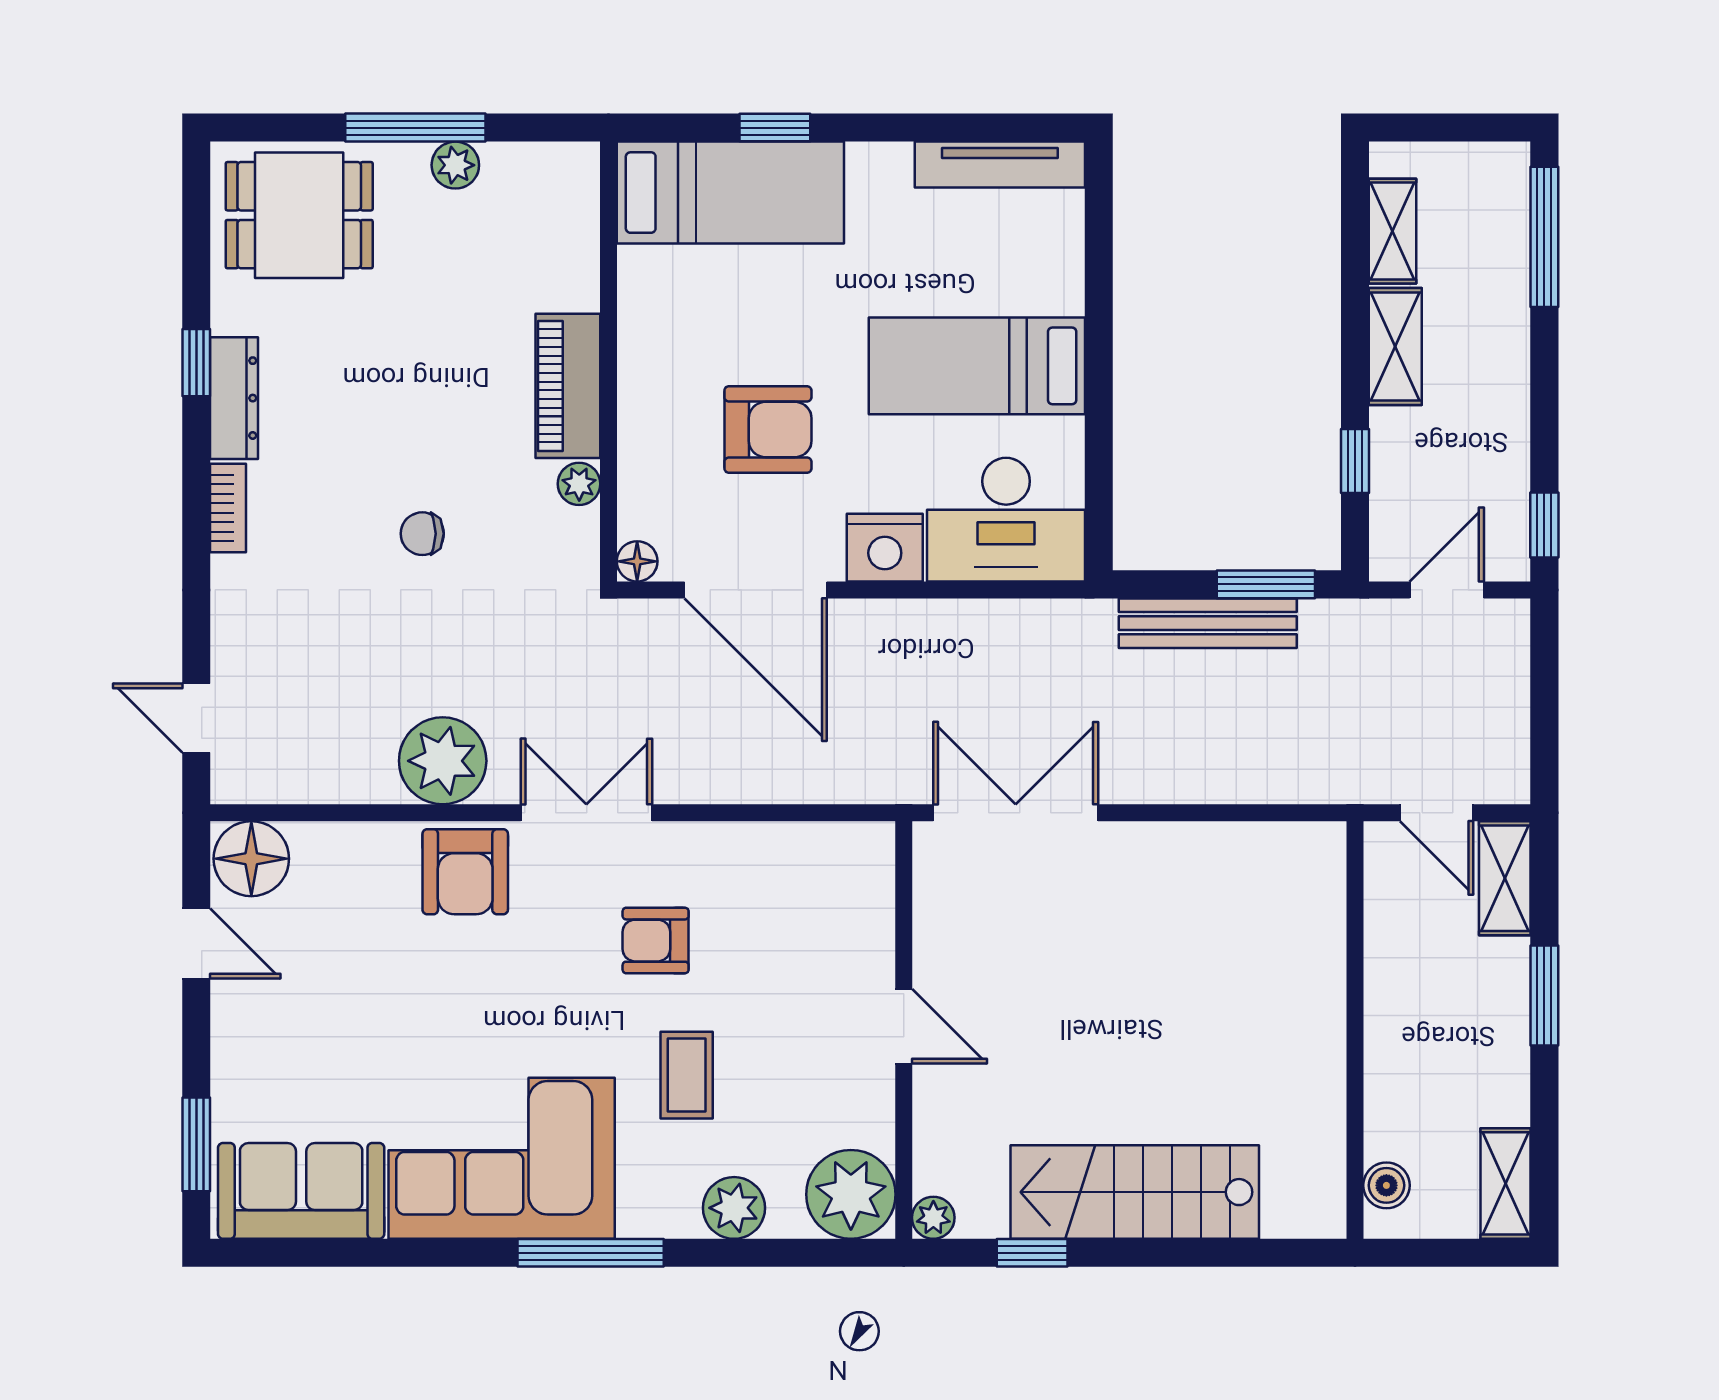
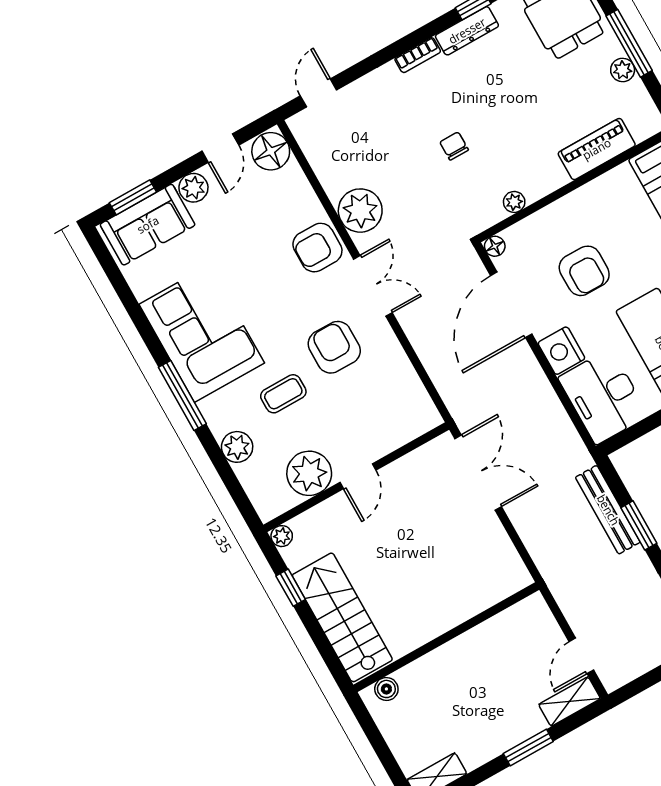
piano: (568, 386) -> (597, 149), moved
armchair: (656, 941) -> (334, 347), width x1.38, depth x1.38
plant: (239, 1029) -> (193, 188), added
wall: (1355, 1030) -> (446, 637), moved
boiler: (1386, 1185) -> (386, 689), moved
sofa: (301, 1191) -> (148, 225), moved, turned 90
plant: (851, 1194) -> (309, 473), moved

